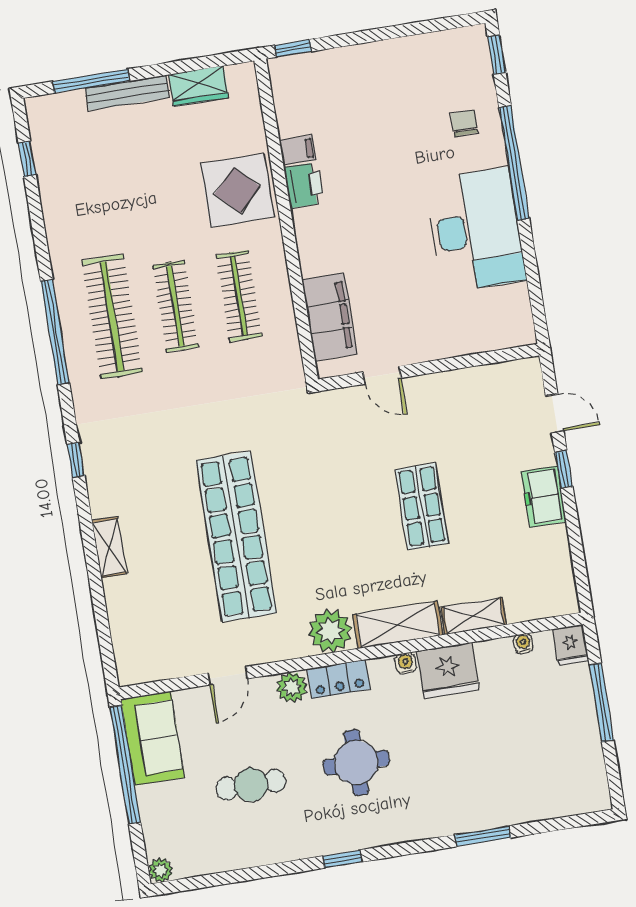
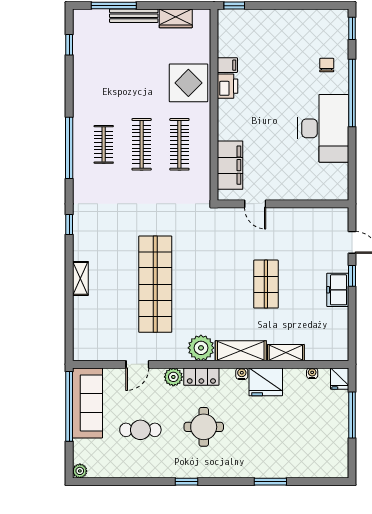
clothes rail: (112, 316) -> (104, 144), width x0.54, depth x0.76
sofa: (153, 738) -> (88, 403), width x1.36

